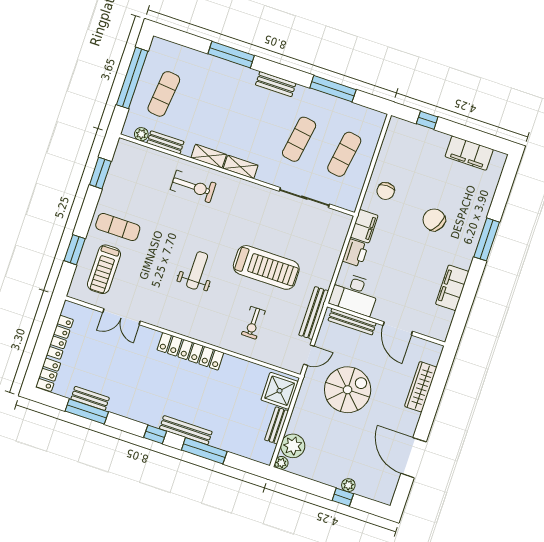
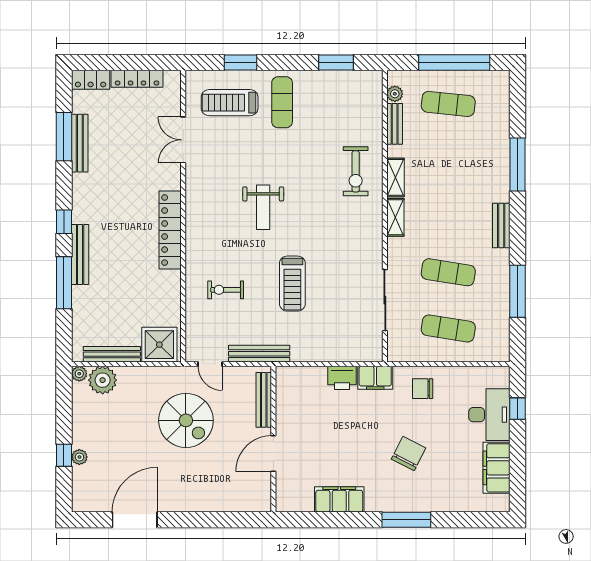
treadmill: (266, 267) -> (292, 284), width x0.73, depth x0.73
weight bench: (197, 270) -> (263, 207), turned 90
desk: (354, 294) -> (489, 415), moved, turned 180
wardrobe: (421, 387) -> (217, 501), removed
bench: (90, 398) -> (80, 143), width x1.36
bench: (277, 425) -> (112, 354), width x1.36

